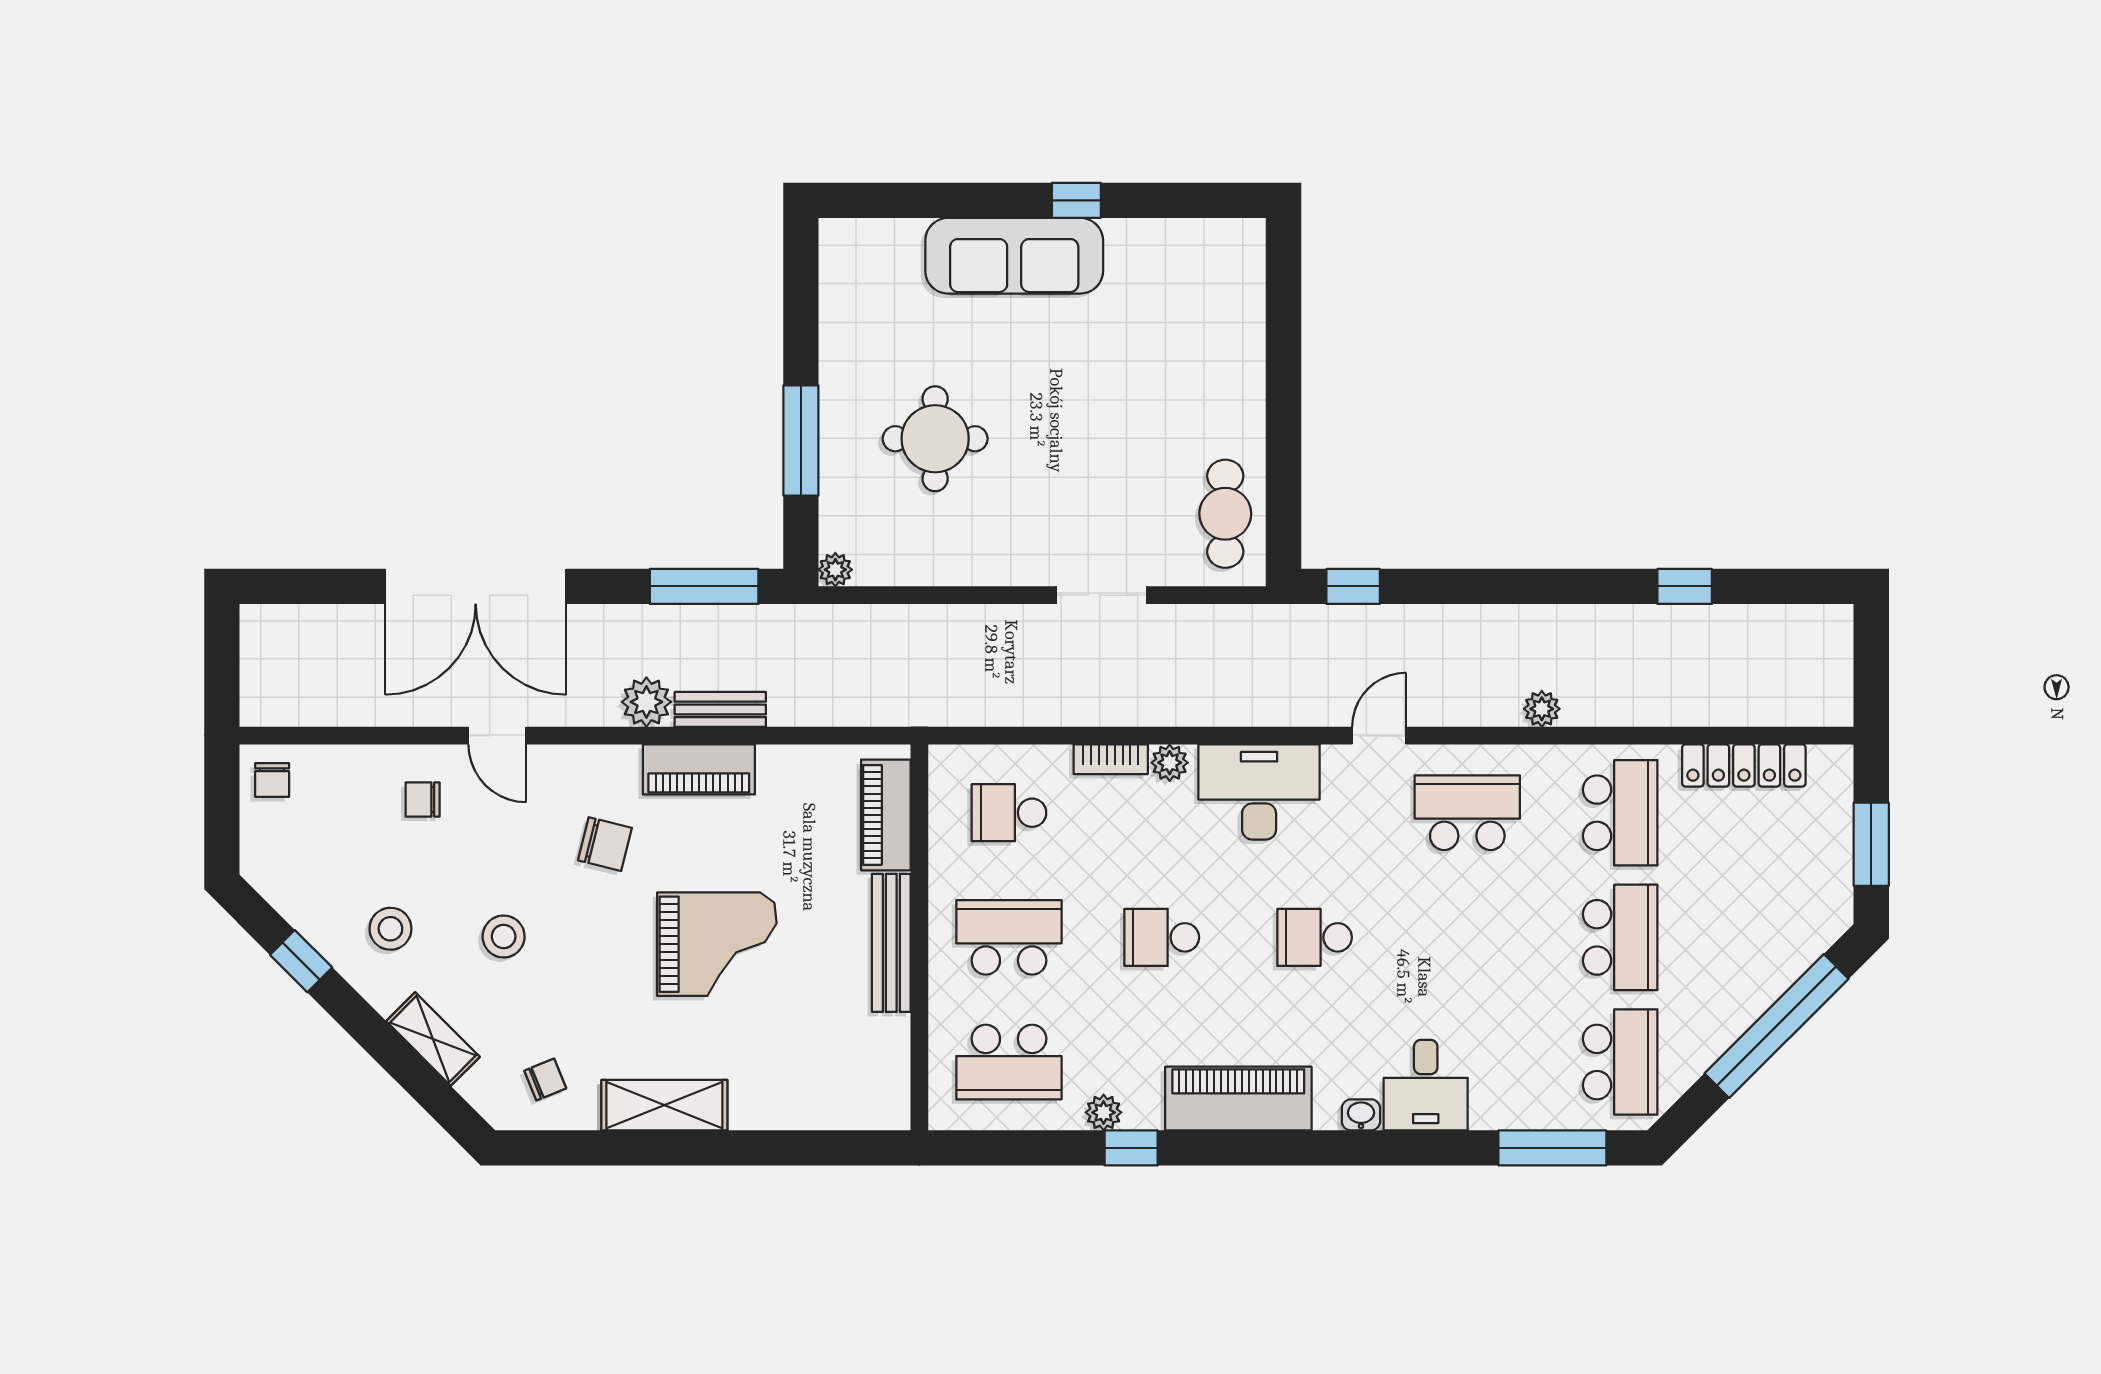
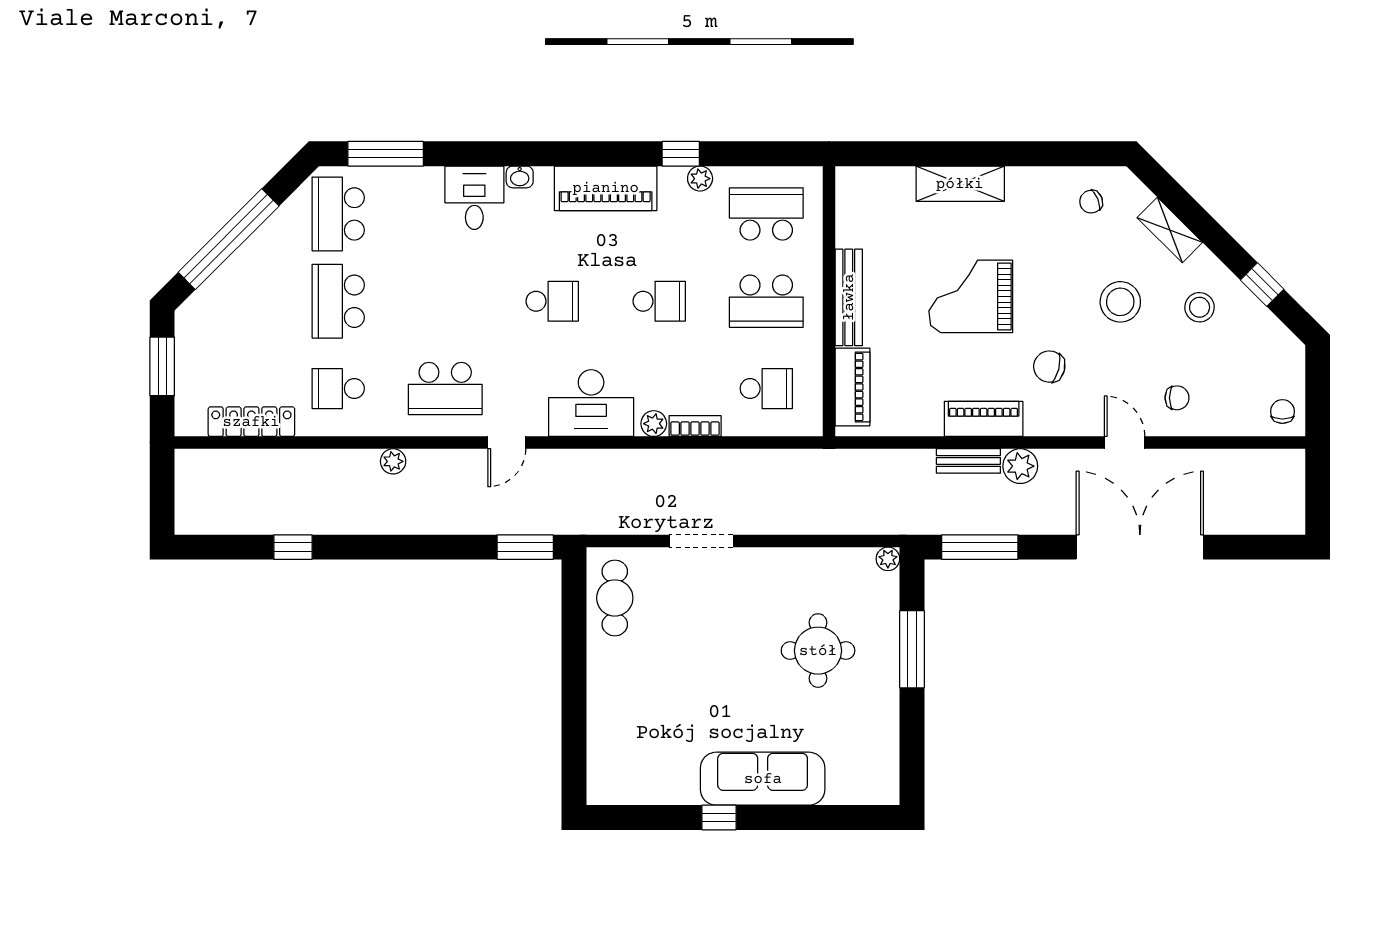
window: (1353, 586) -> (525, 547), width x1.50
school desk: (1620, 813) -> (338, 389), width x0.54
stool: (504, 937) -> (1120, 302), width x1.38, depth x1.38
shelving: (664, 1105) -> (960, 184), moved

